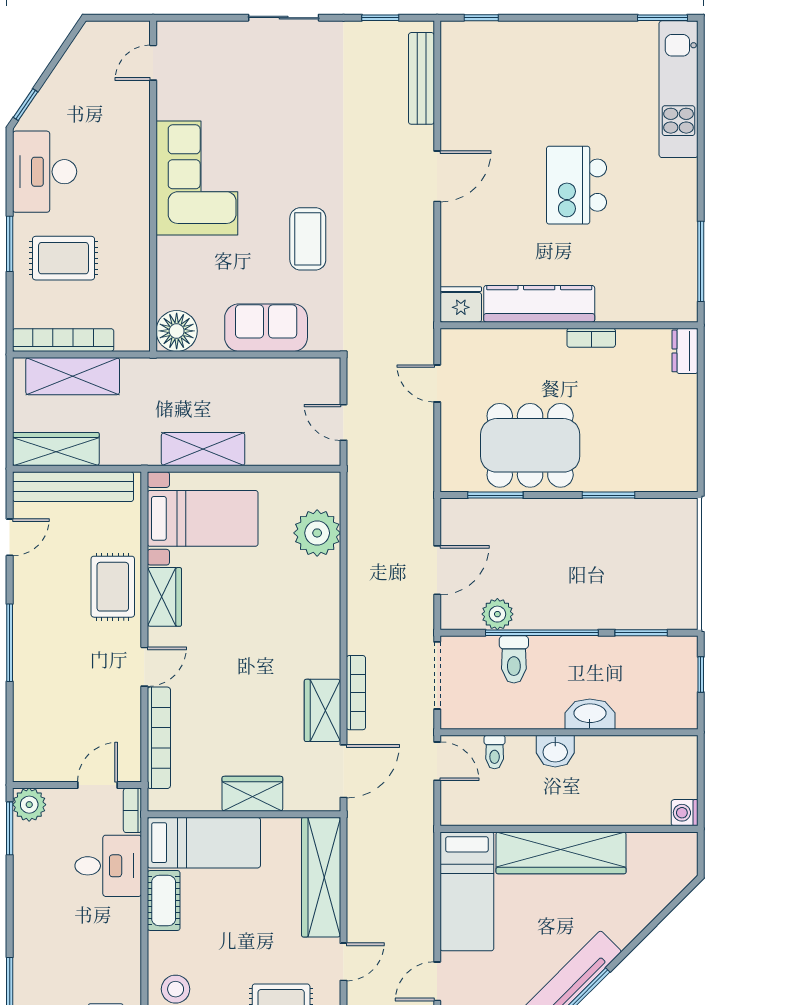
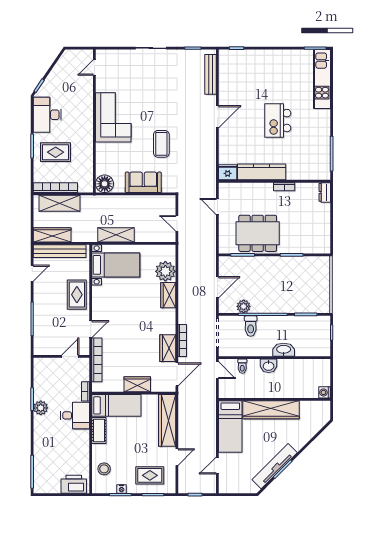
wardrobe: (164, 597) -> (168, 295), moved, turned 180
wall: (77, 785) -> (61, 356), moved
door: (97, 785) -> (70, 356), moved
plant: (29, 805) -> (41, 408), moved

